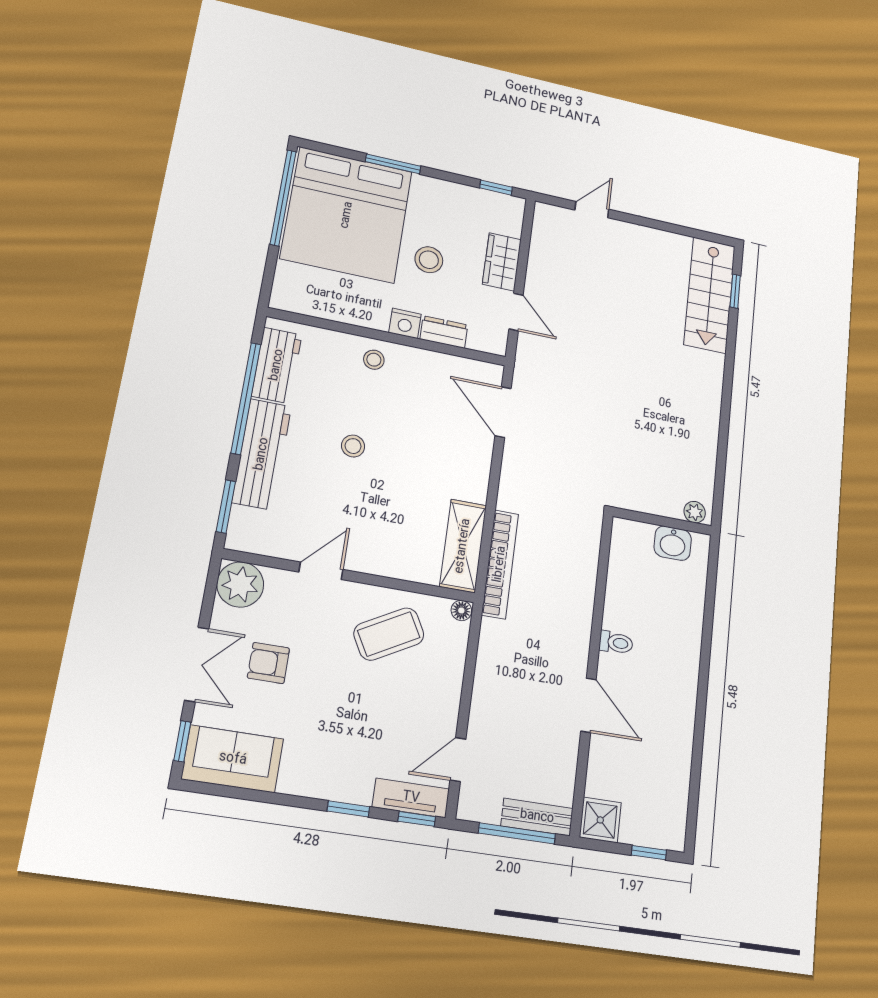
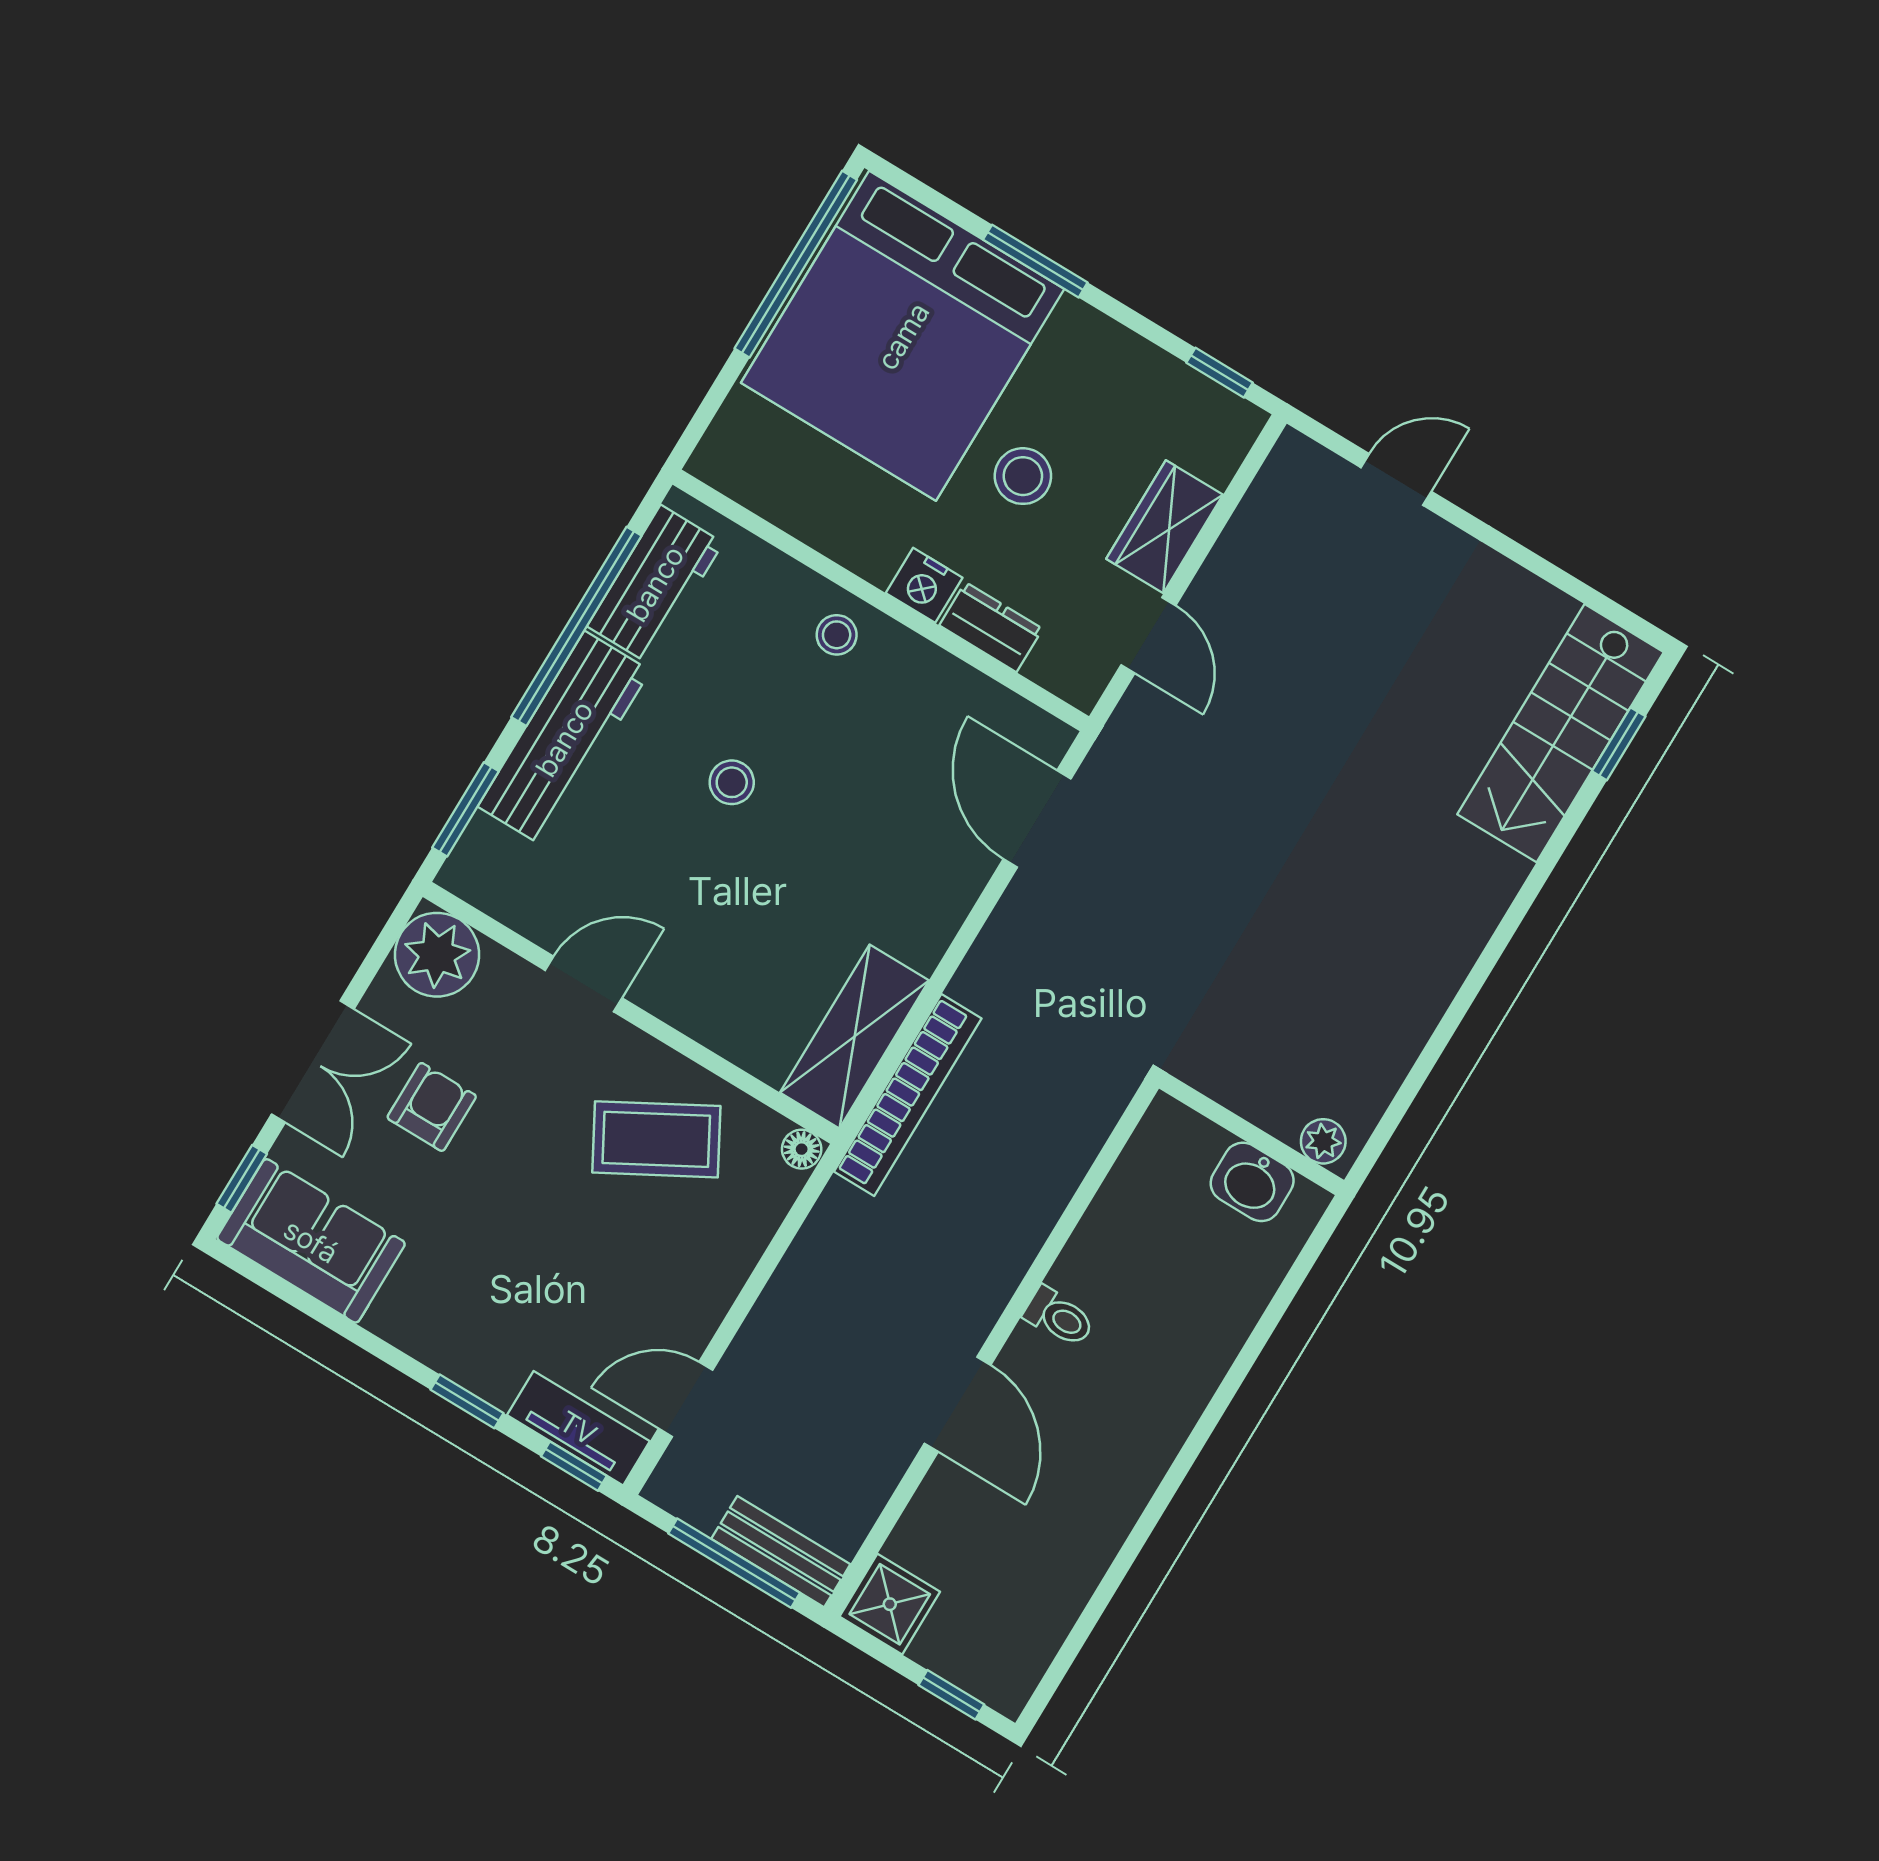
armchair: (268, 663) -> (432, 1107), turned 90

